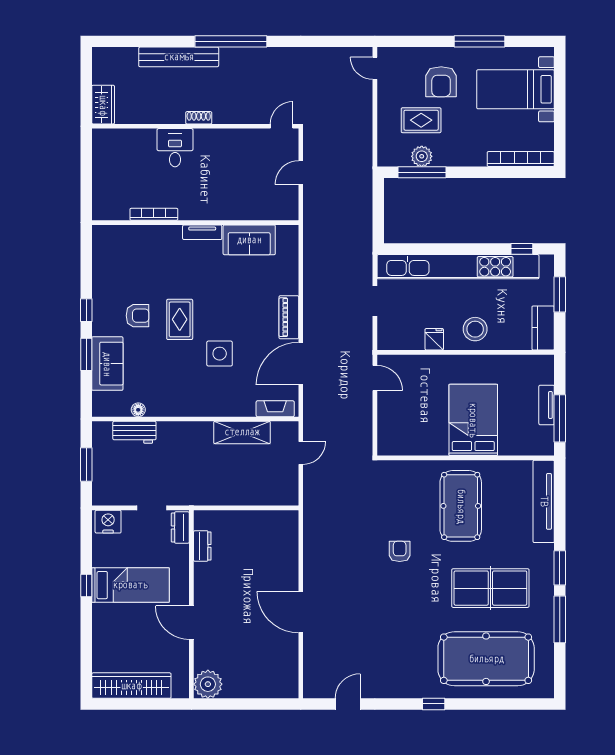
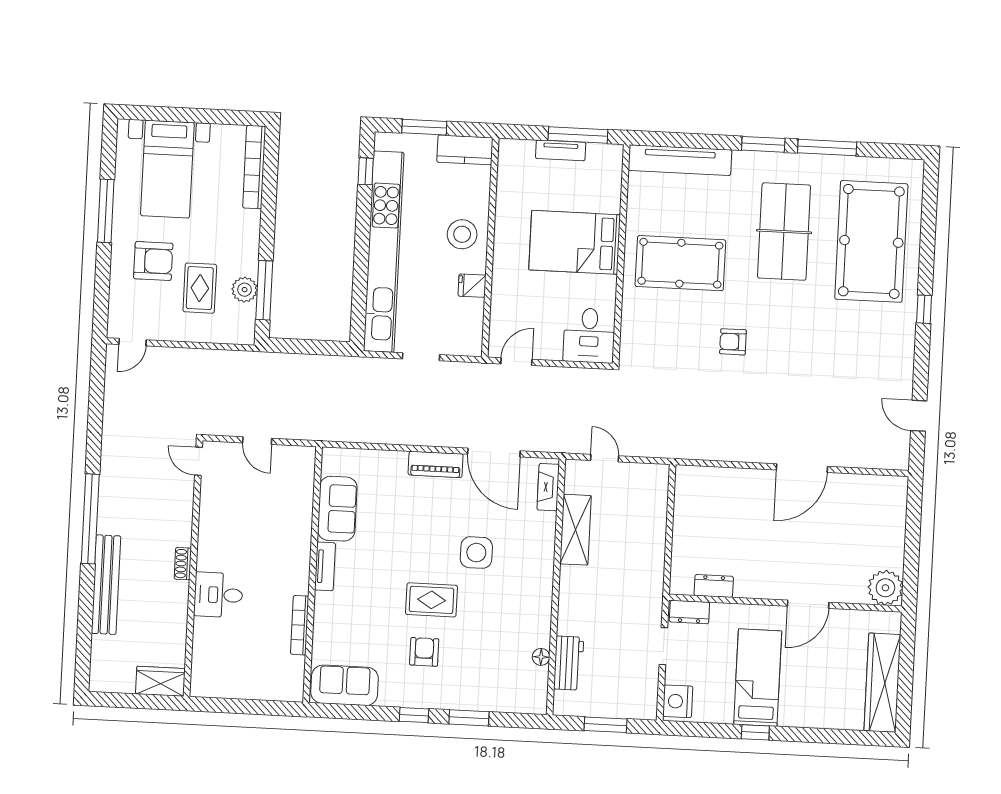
sofa: (107, 364) -> (345, 685), moved
desk: (399, 435) -> (589, 335), added

